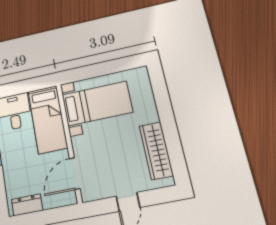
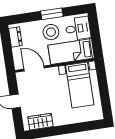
stool: (20, 151) -> (51, 32), added
wardrobe: (156, 151) -> (40, 122), width x0.67

